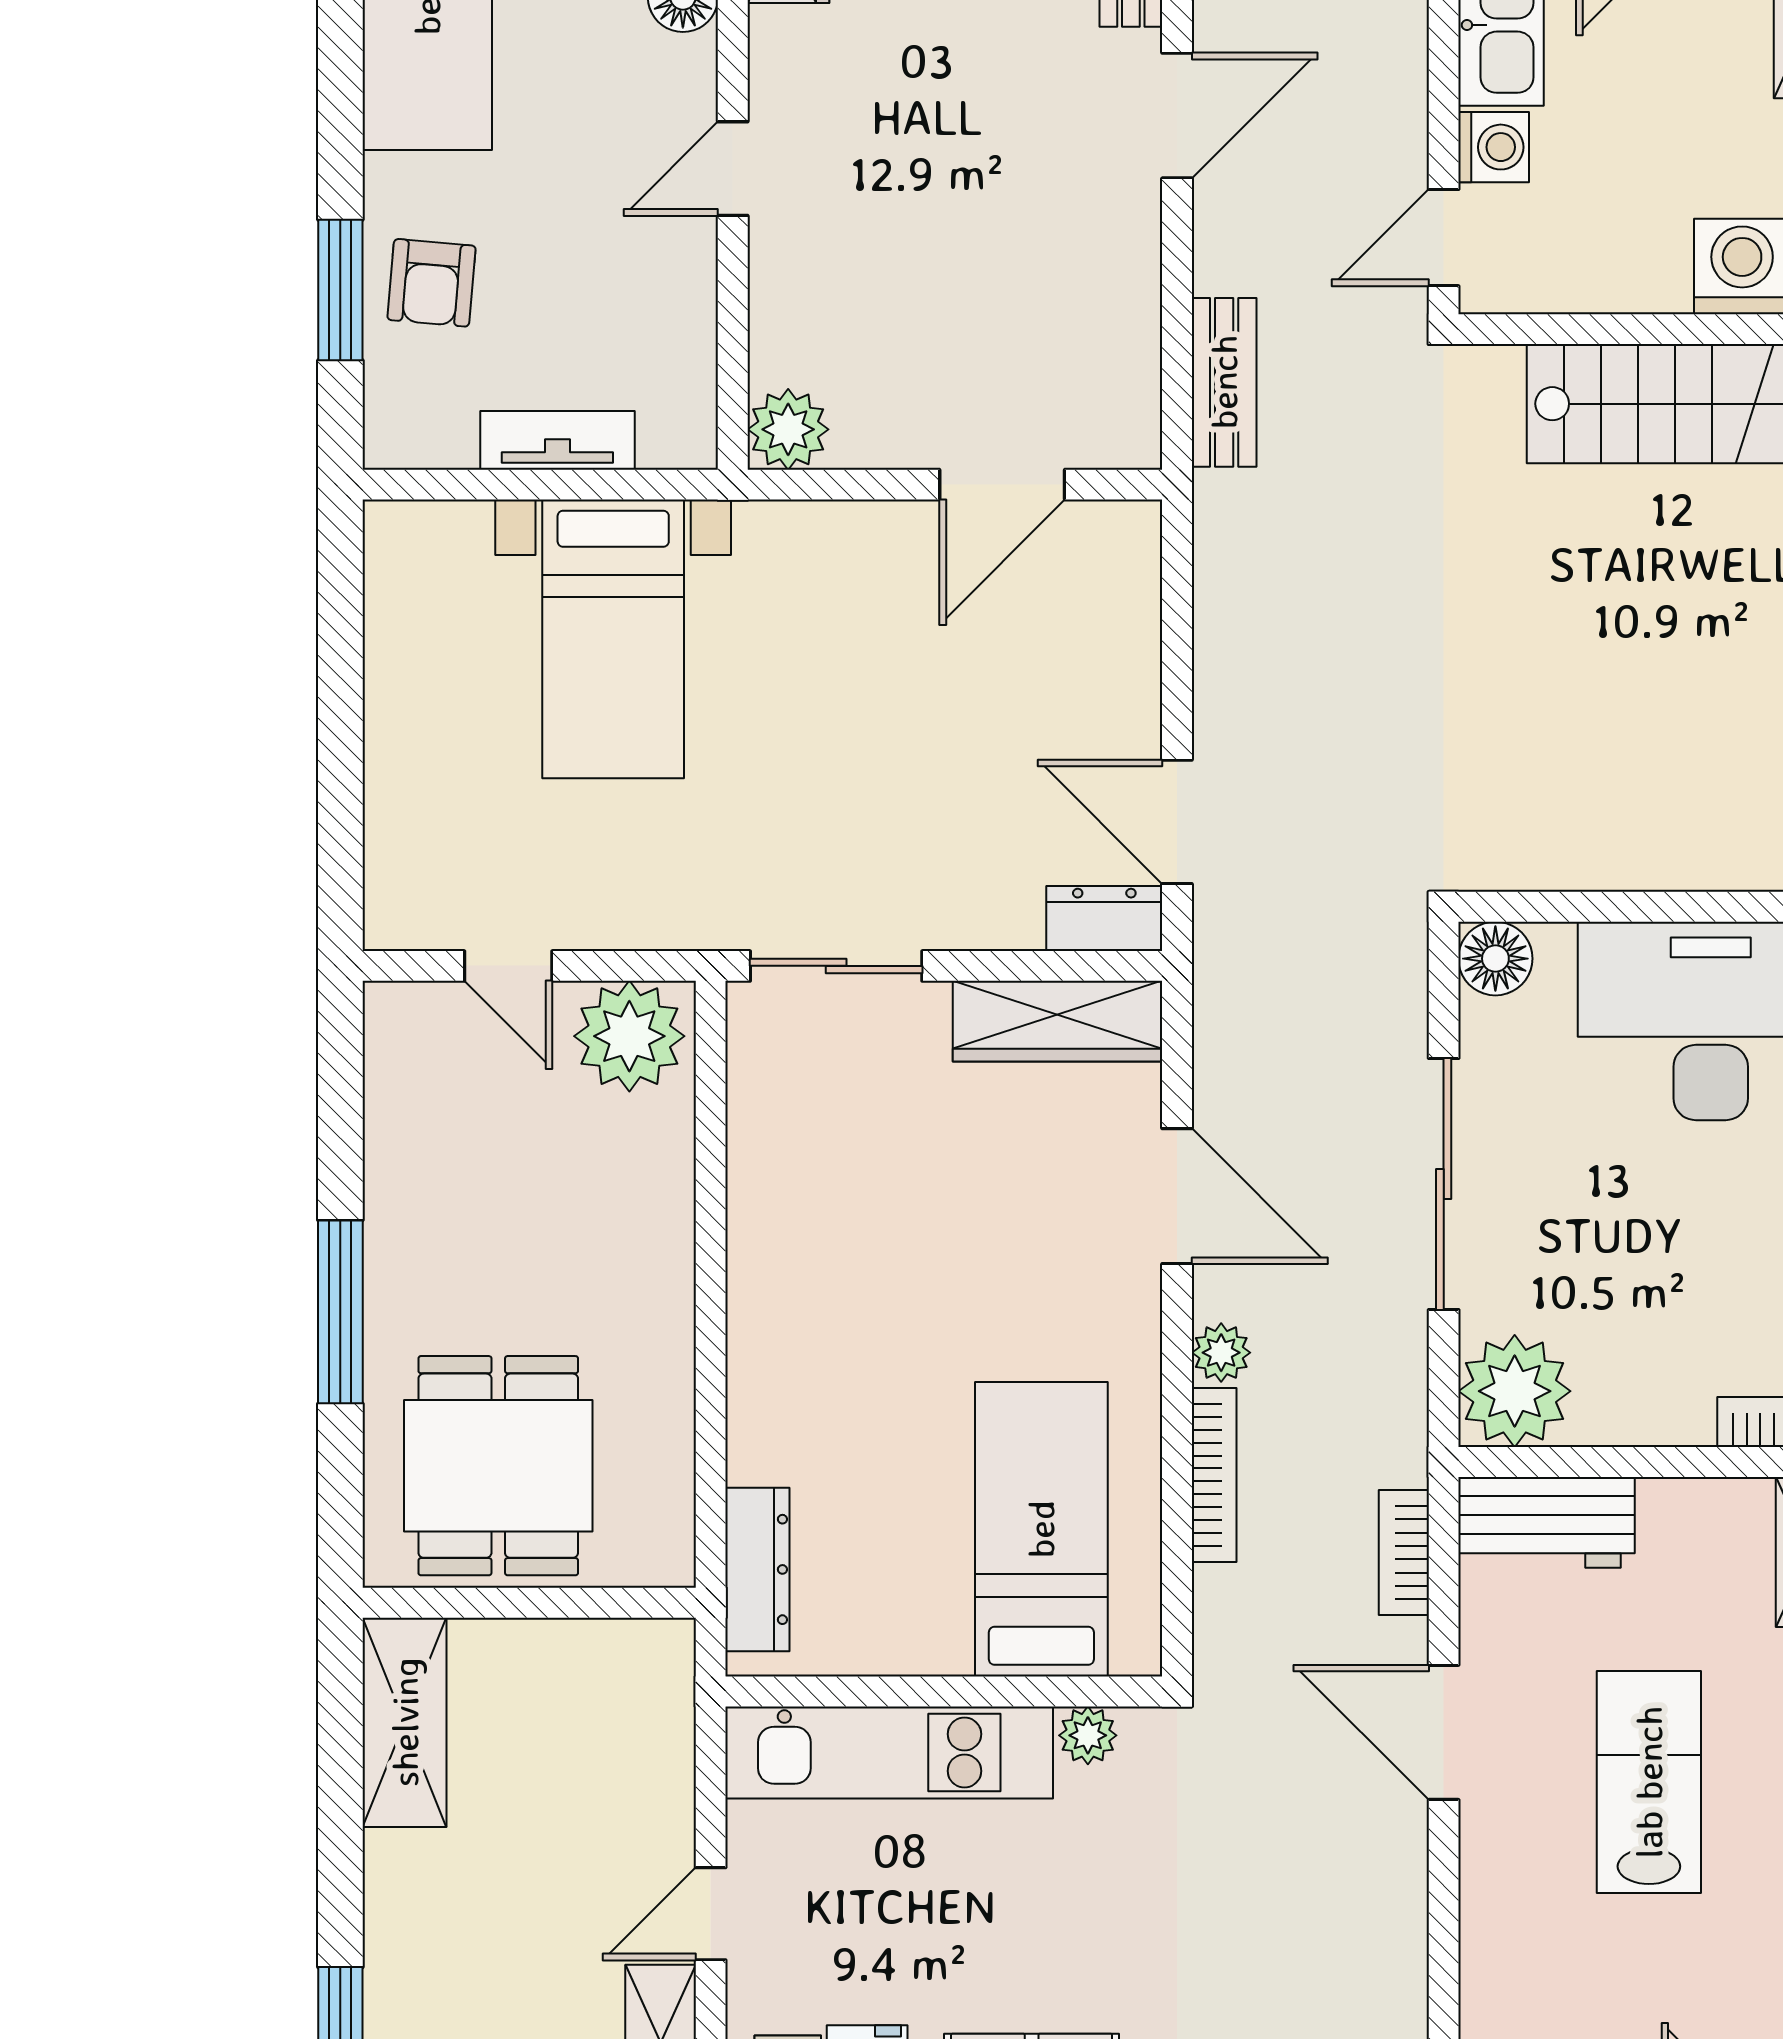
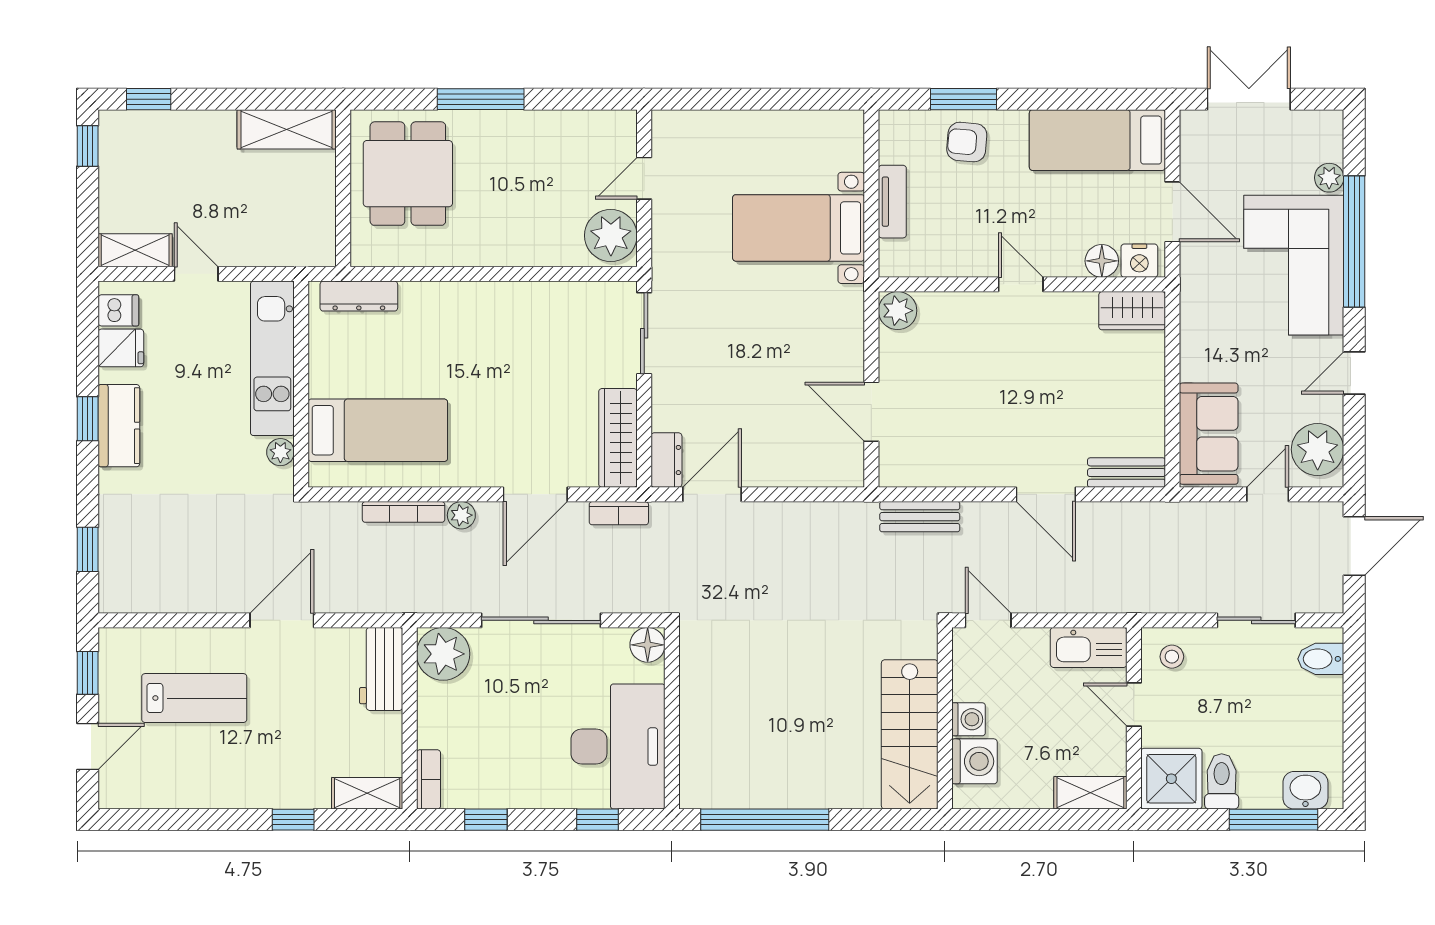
washing machine: (1494, 147) -> (969, 719), moved, turned -90
dining table: (498, 1466) -> (408, 174), turned 90
bookcase: (1404, 1553) -> (619, 513), moved, turned 180
lab bench: (1649, 1782) -> (194, 698), moved

